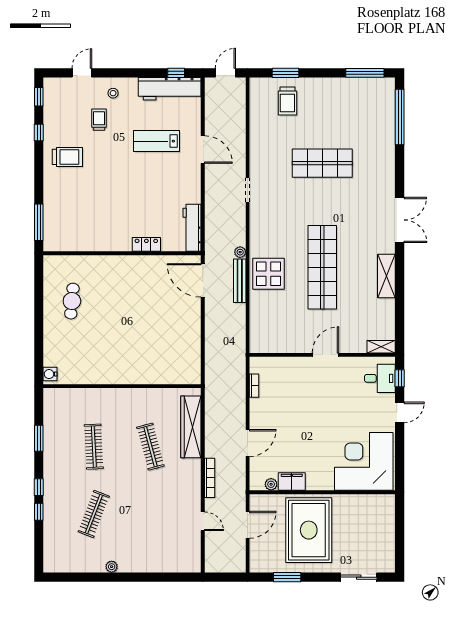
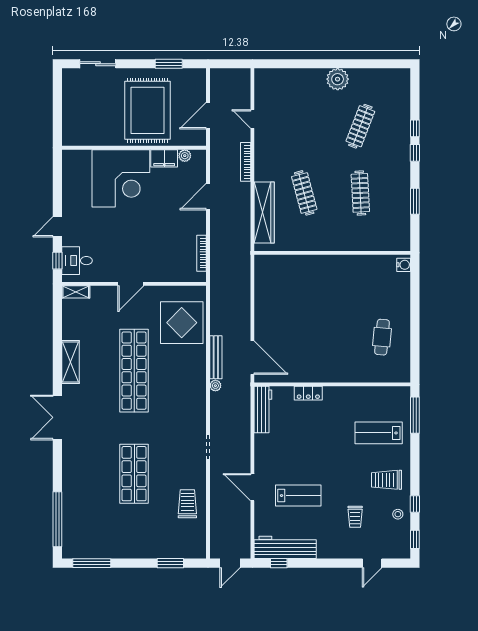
stool: (113, 93) -> (398, 514), moved
trolley: (287, 101) -> (187, 504), moved
shop shelf: (322, 163) -> (134, 474), turned 90
lab bench: (75, 204) -> (379, 433), added
display table: (268, 274) -> (182, 323), moved, width x1.36, depth x1.36
bookcase: (254, 386) -> (202, 253), width x1.56
corner desk: (364, 461) -> (121, 178), moved
plant: (112, 567) -> (338, 79), width x1.88, depth x1.88

